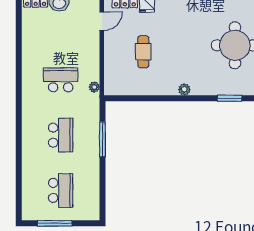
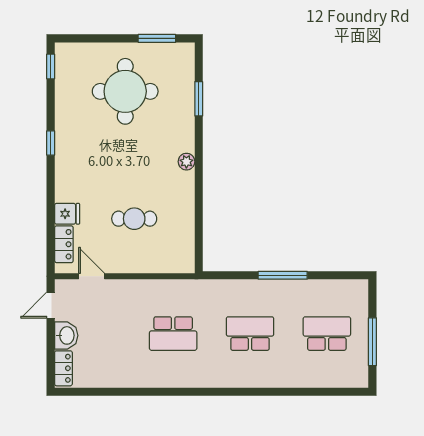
school desk: (61, 80) -> (173, 334), turned -90
plant: (94, 87) -> (183, 287), removed
window: (103, 139) -> (283, 275), moved

